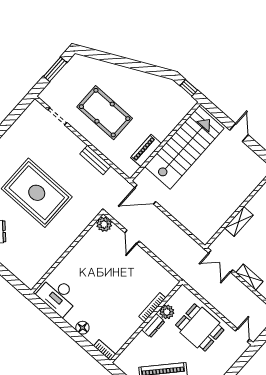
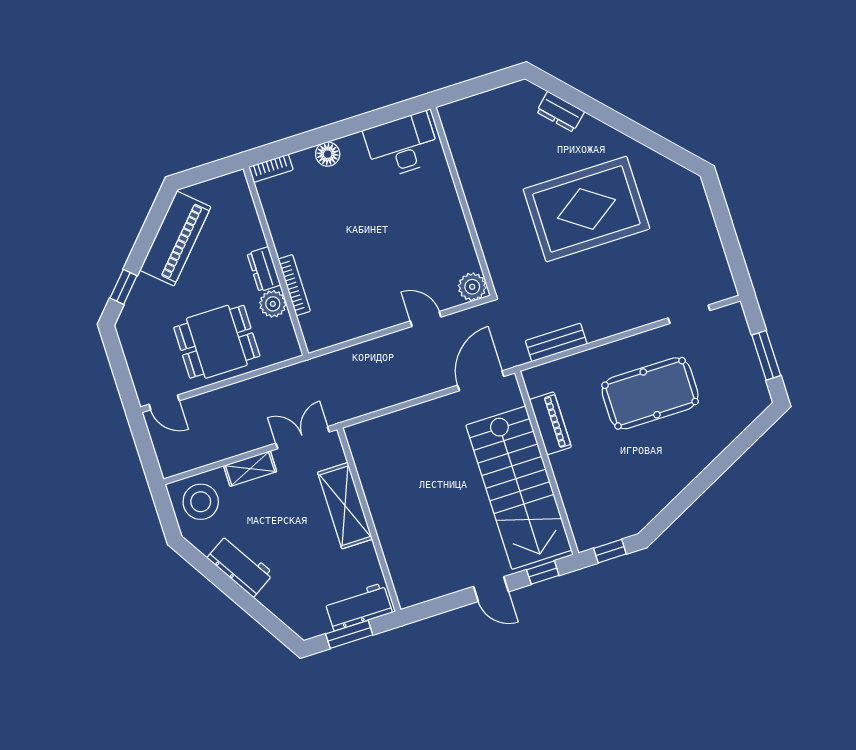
window: (217, 113) -> (543, 573), added
bench: (95, 160) -> (556, 342), moved
shelving: (239, 222) -> (345, 506), width x1.50, depth x1.33

